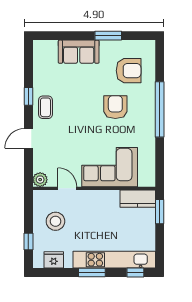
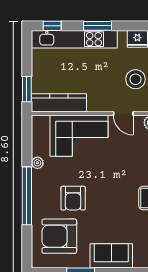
armchair: (129, 71) -> (59, 236), width x1.36, depth x1.36
plant: (150, 141) -> (37, 163), added
kitchen counter: (138, 199) -> (59, 103), width x1.50

